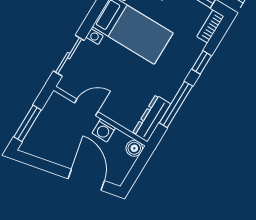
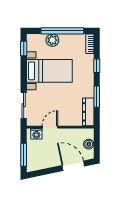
window: (176, 104) -> (97, 97), width x0.69
washing machine: (104, 130) -> (36, 134), moved
boiler: (134, 148) -> (89, 144), moved

